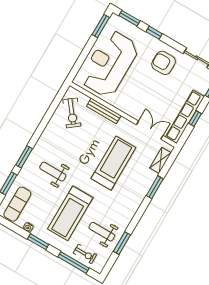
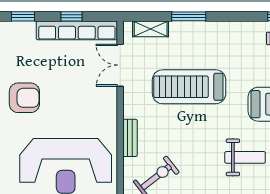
armchair: (164, 63) -> (24, 98), turned -90
bench: (104, 111) -> (130, 138), width x0.73
weight bench: (53, 172) -> (245, 157), turned -90

